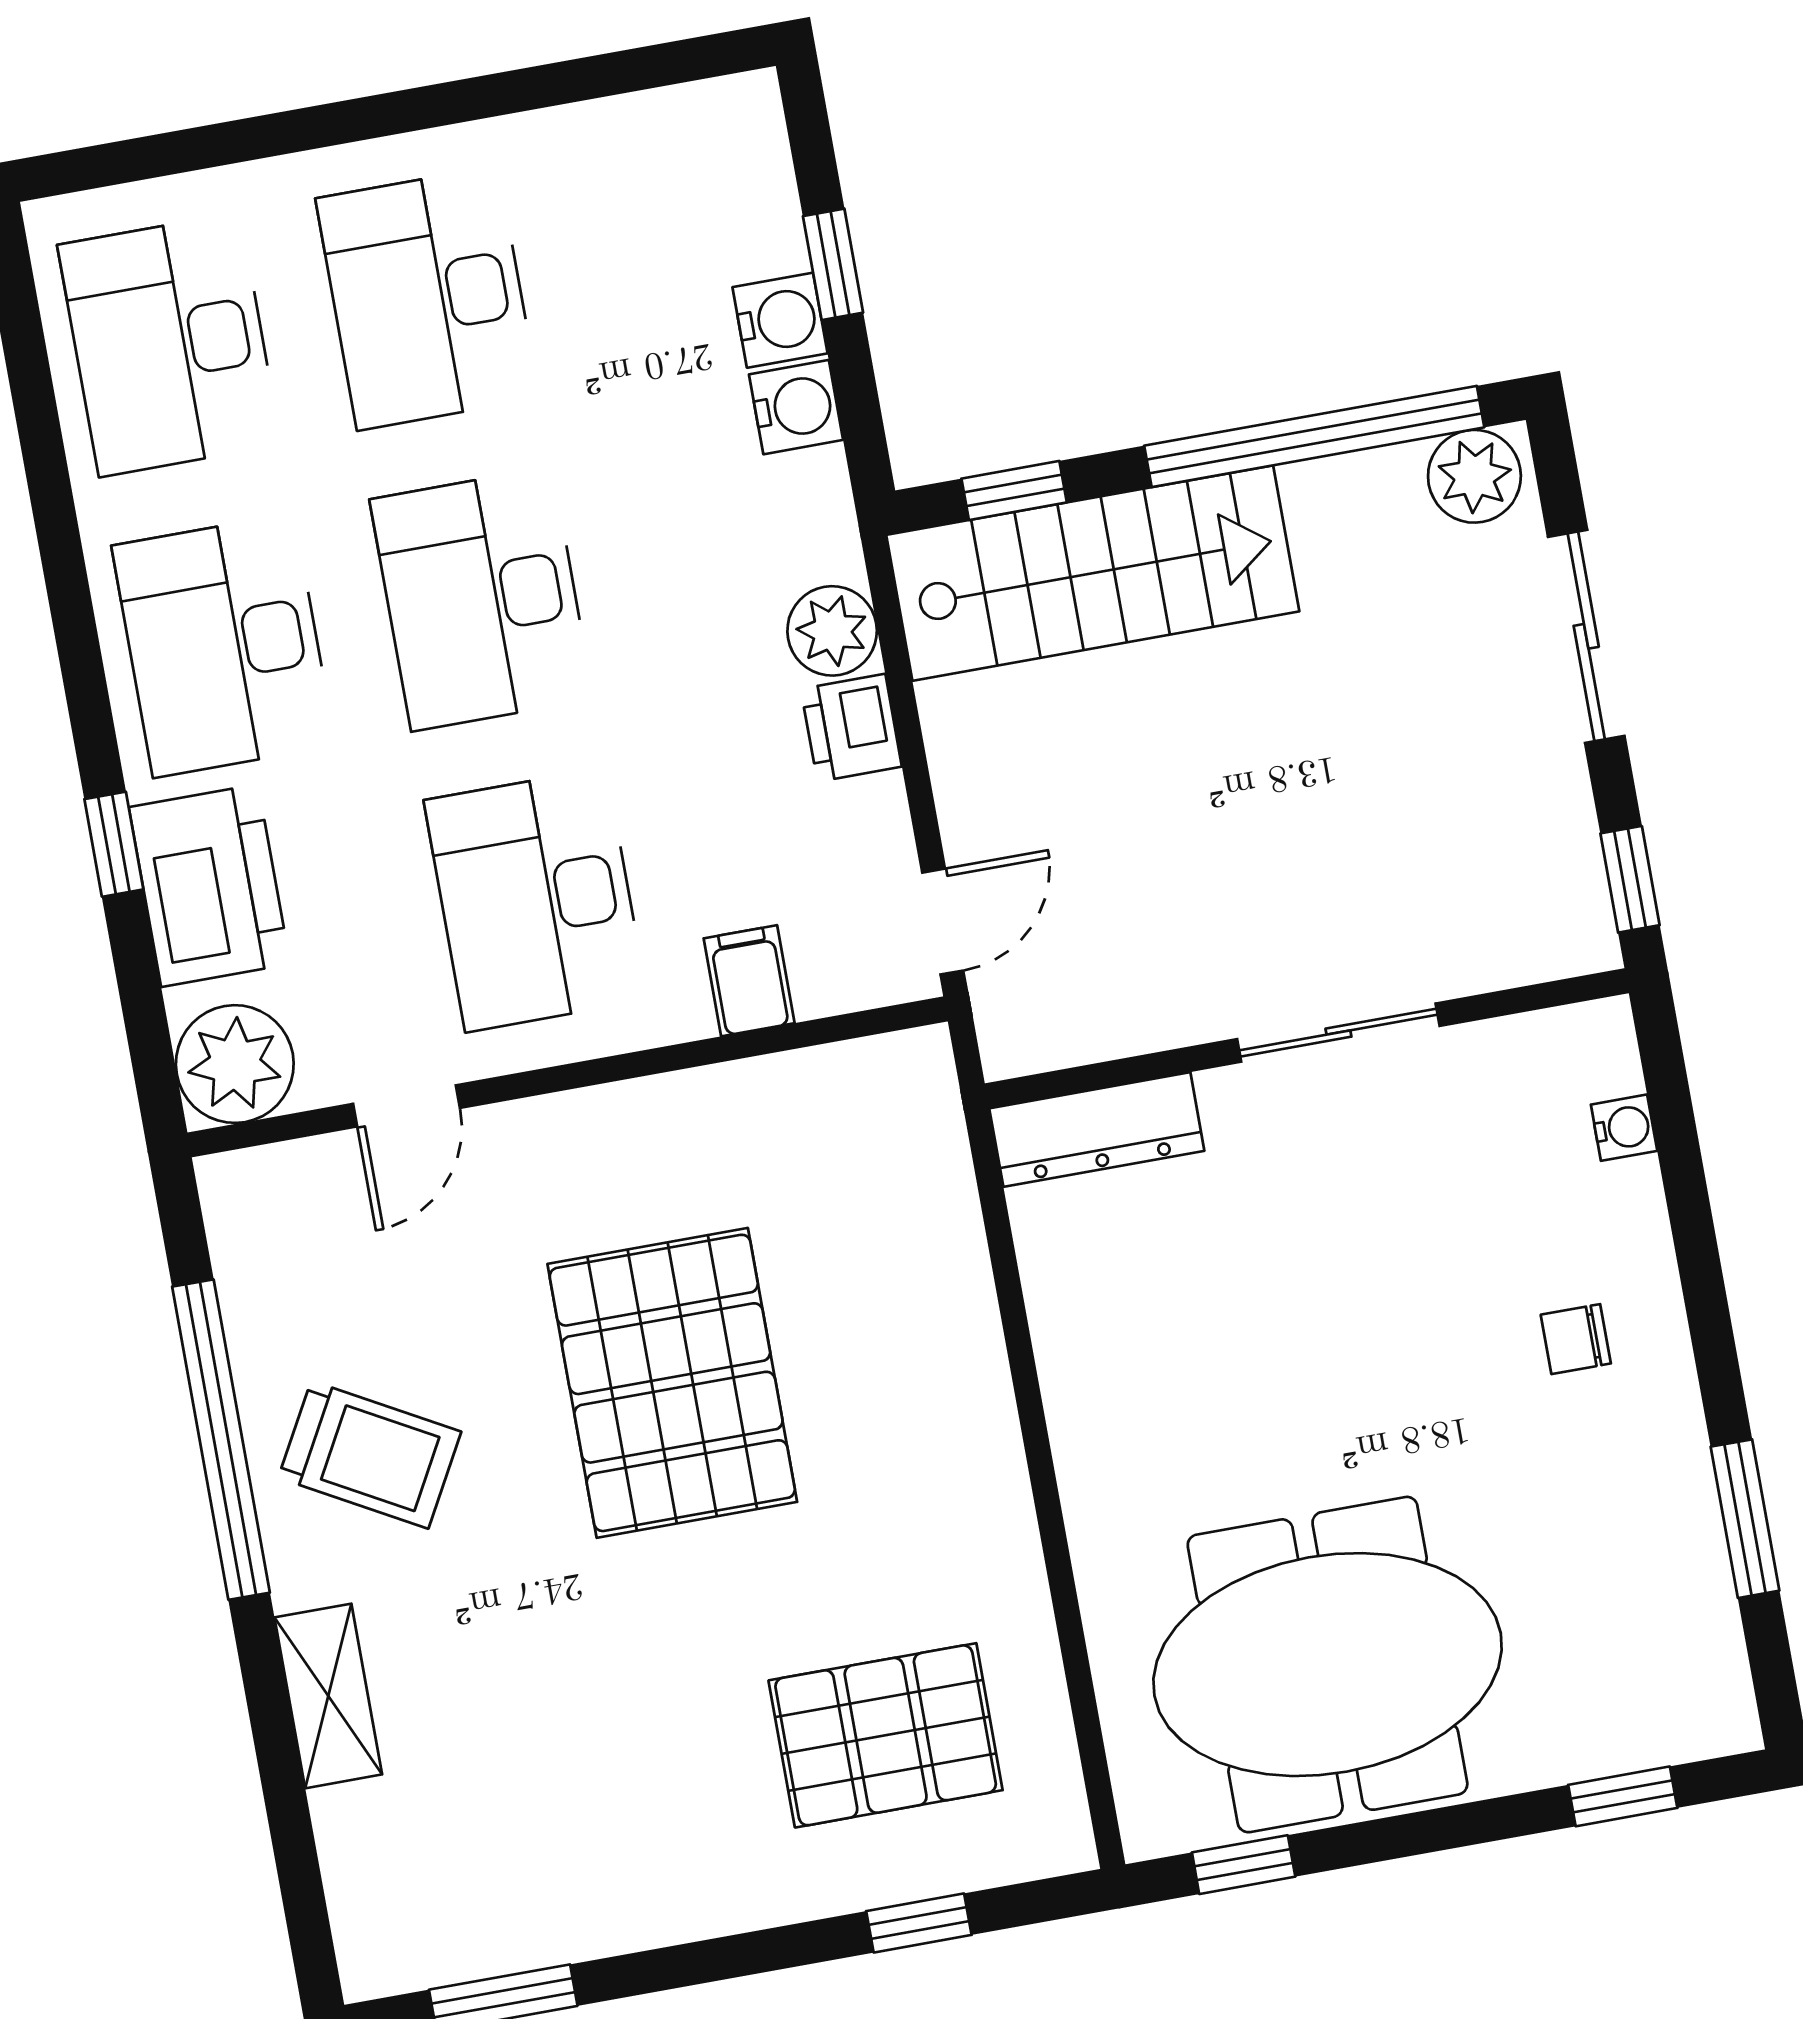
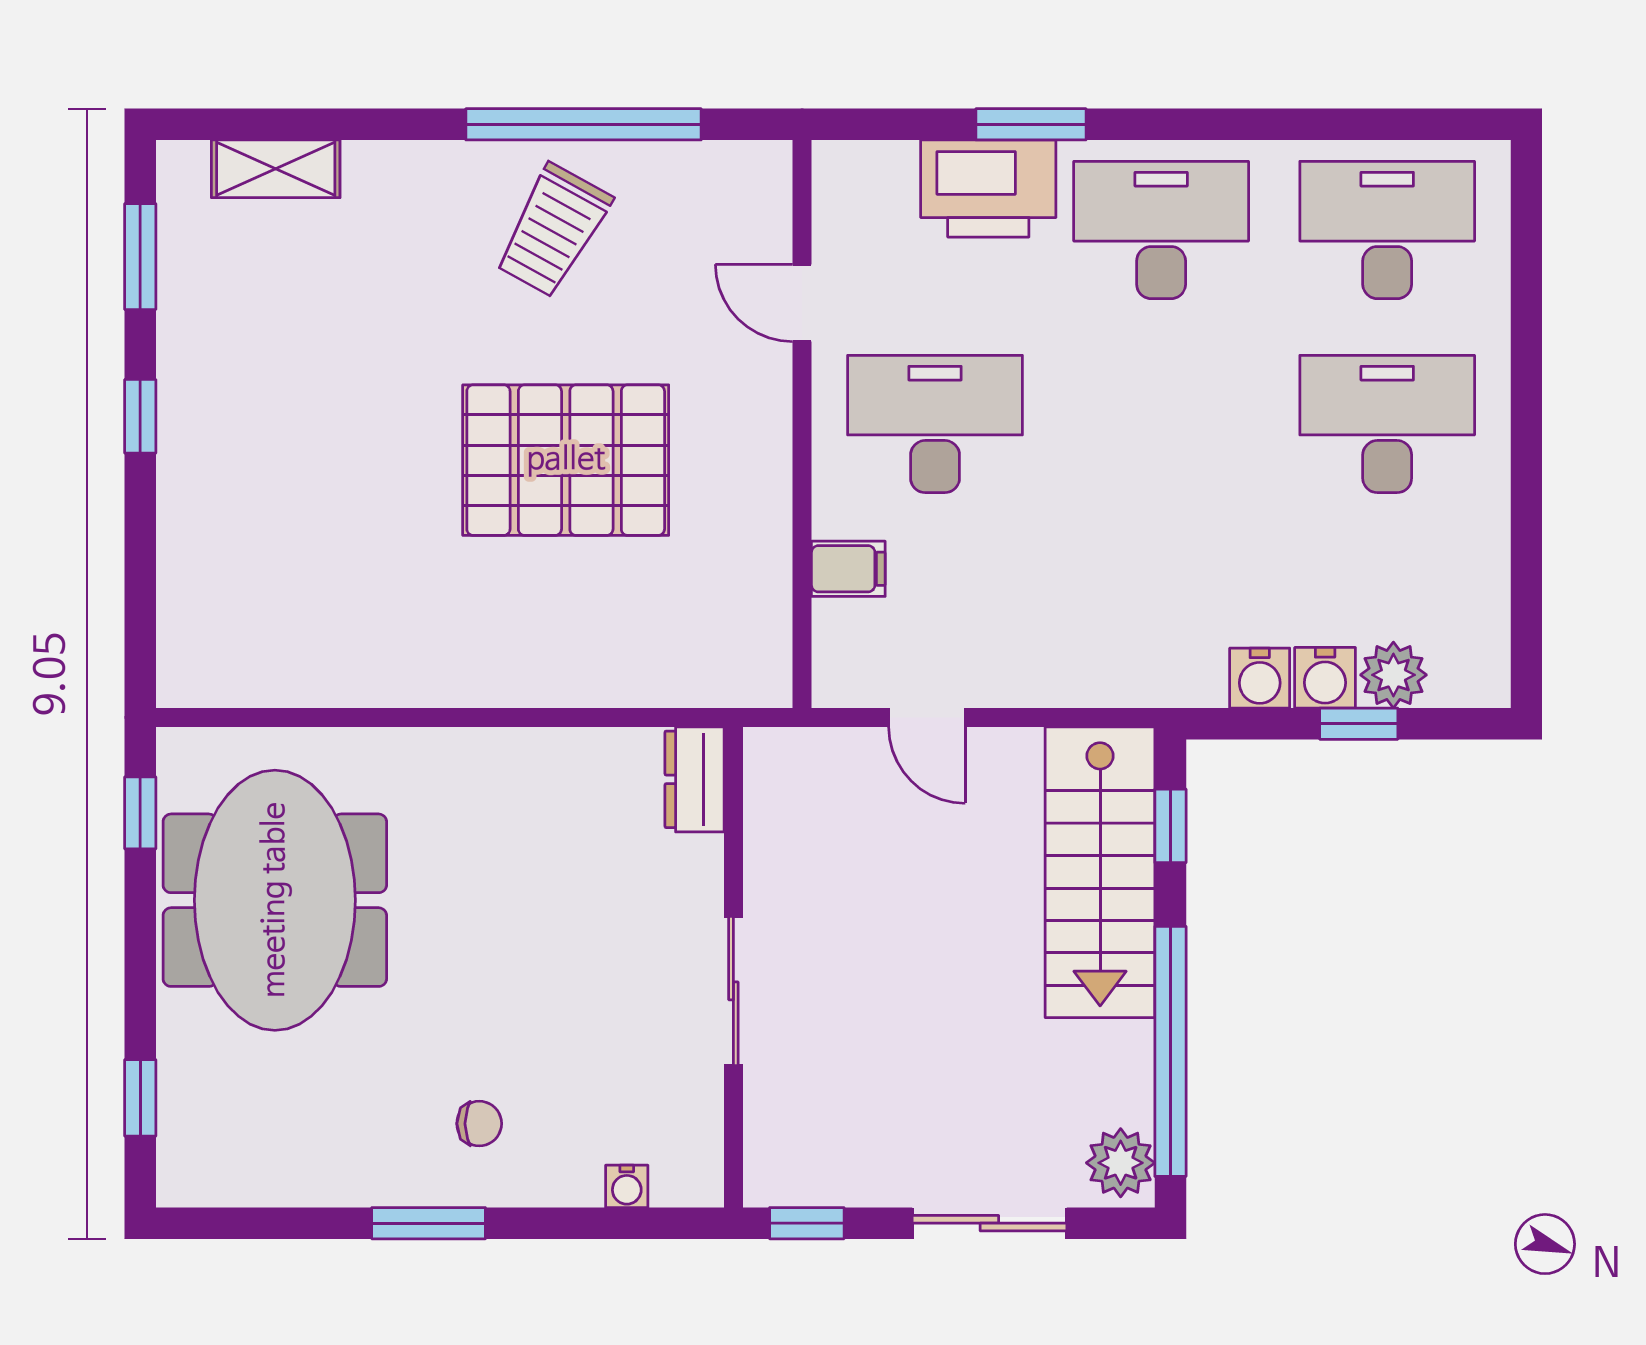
desk: (482, 599) -> (1161, 424), removed
plant: (832, 631) -> (1393, 675), moved
printer: (851, 728) -> (1019, 676), removed
window: (114, 844) -> (1031, 124), width x1.50
door: (943, 922) -> (927, 717), moved
plant: (235, 1064) -> (855, 183), removed
dresser: (1097, 1130) -> (694, 779), width x0.70
chair: (1576, 1339) -> (479, 1124), turned 90
window: (1745, 1519) -> (429, 1223), moved
shelving: (328, 1696) -> (276, 169), moved
pallet: (886, 1735) -> (281, 569), removed
window: (919, 1923) -> (140, 416), moved

